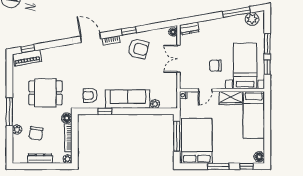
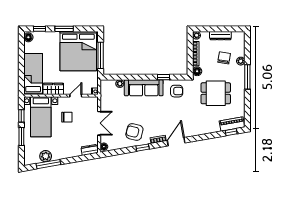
plant: (252, 19) -> (46, 156), moved
door: (91, 38) -> (176, 142), swing flipped
bed: (197, 141) -> (78, 51), width x1.36

